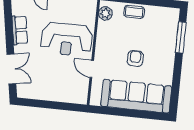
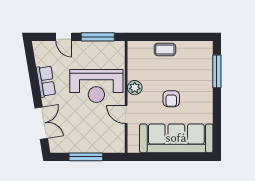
plant: (105, 13) -> (135, 88), moved
armchair: (135, 59) -> (171, 99), turned 180
window: (50, 105) -> (86, 157), added

